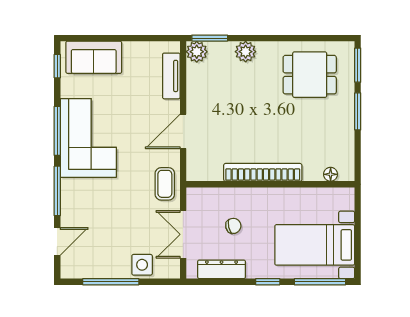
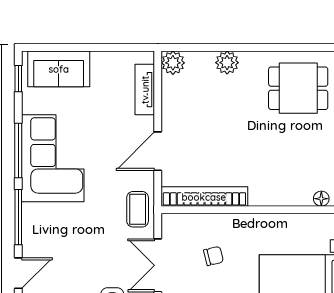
window: (210, 38) -> (187, 48), removed
bookcase: (263, 172) -> (204, 197), moved

